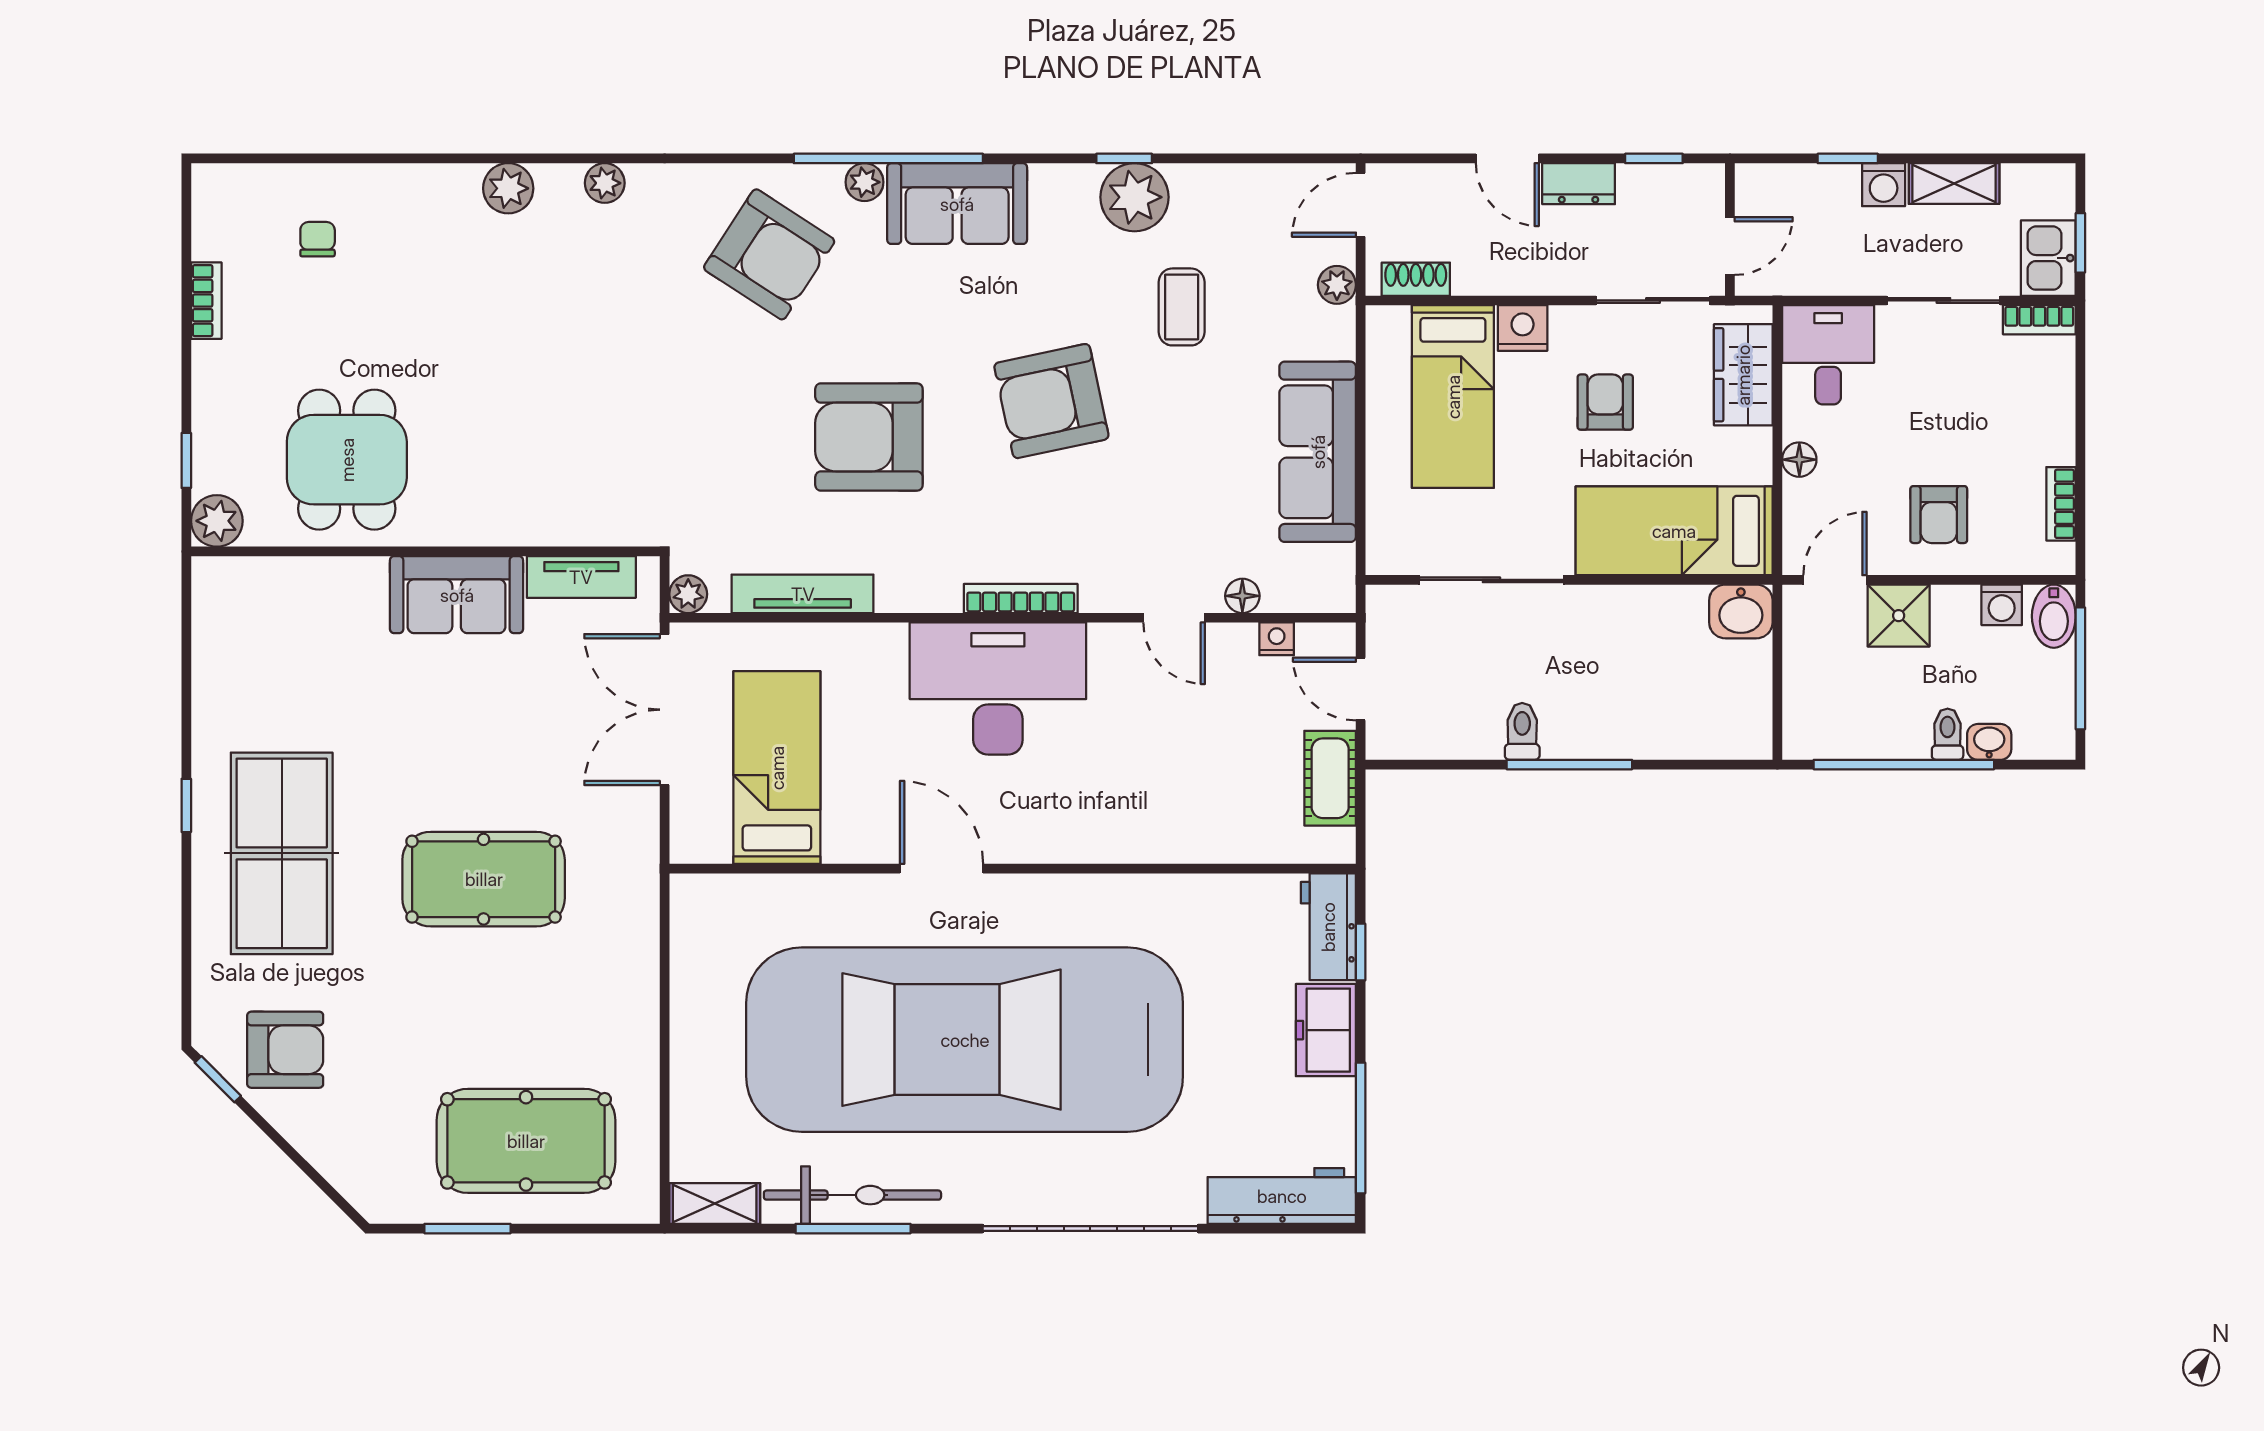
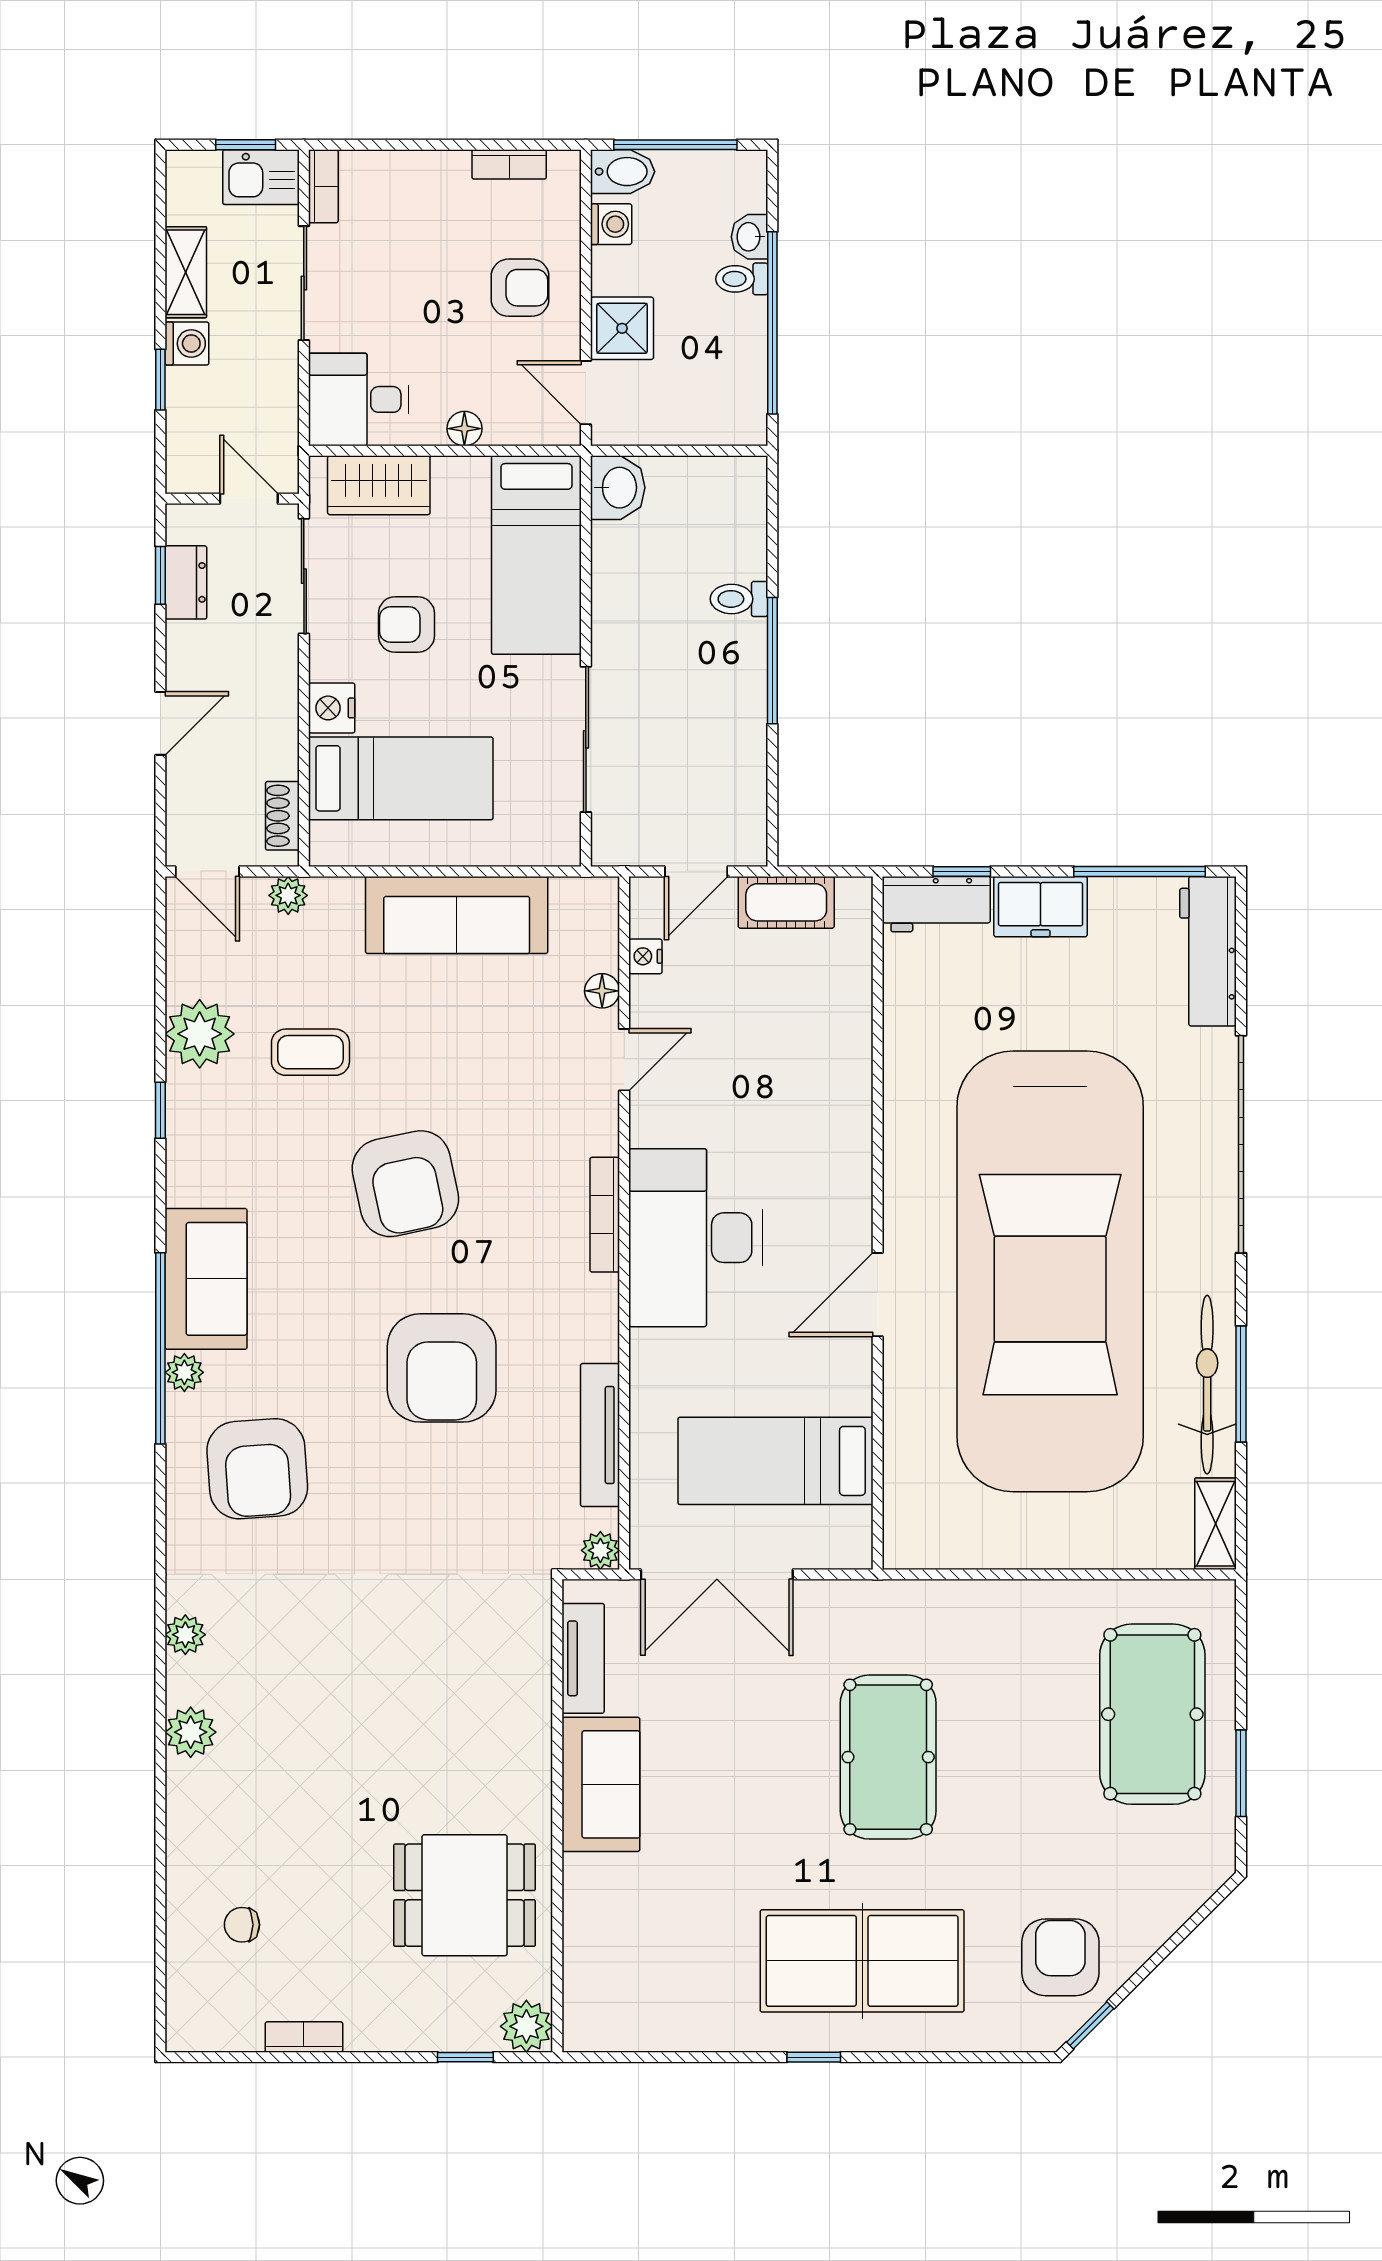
dresser: (1579, 184) -> (186, 582), moved
plant: (1134, 197) -> (200, 1034), moved
armchair: (769, 254) -> (257, 1469), turned 143
toilet: (1522, 731) -> (739, 599), moved

